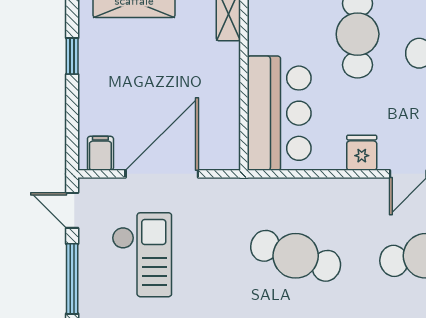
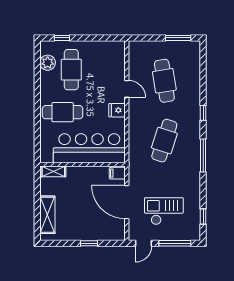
window: (72, 56) -> (89, 243), moved
bar counter: (279, 113) -> (89, 148), width x1.36
filing cabinet: (100, 153) -> (117, 173), moved

